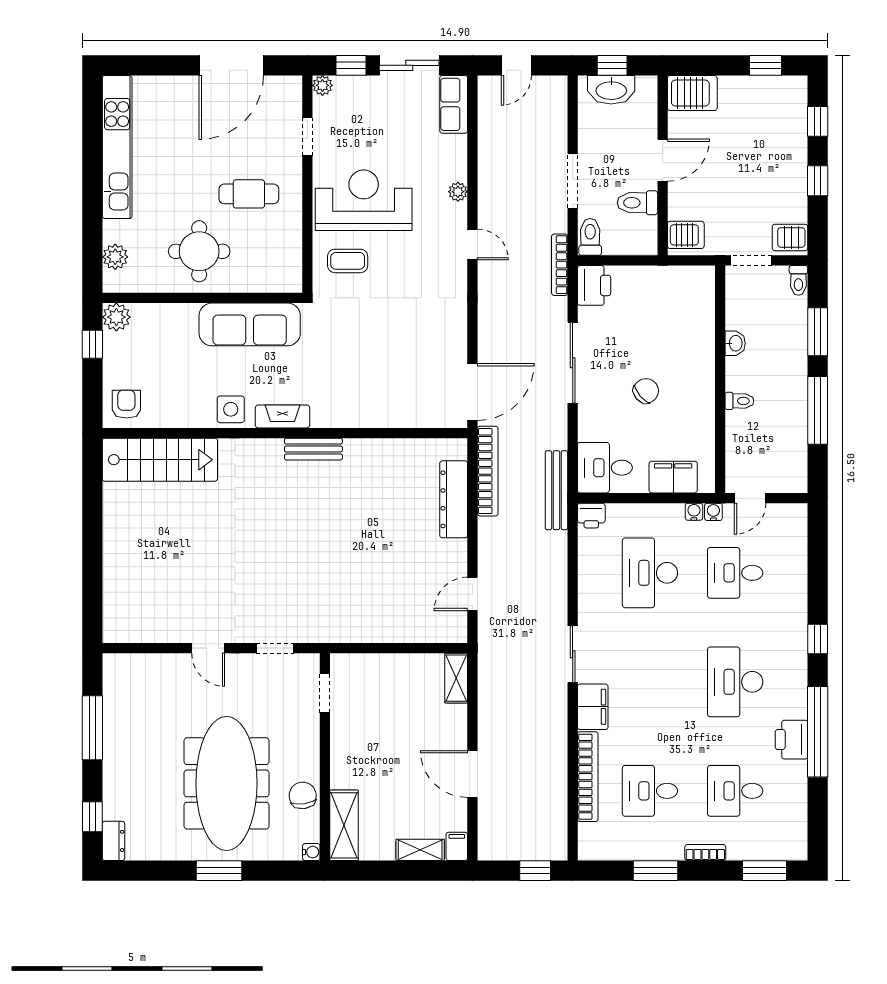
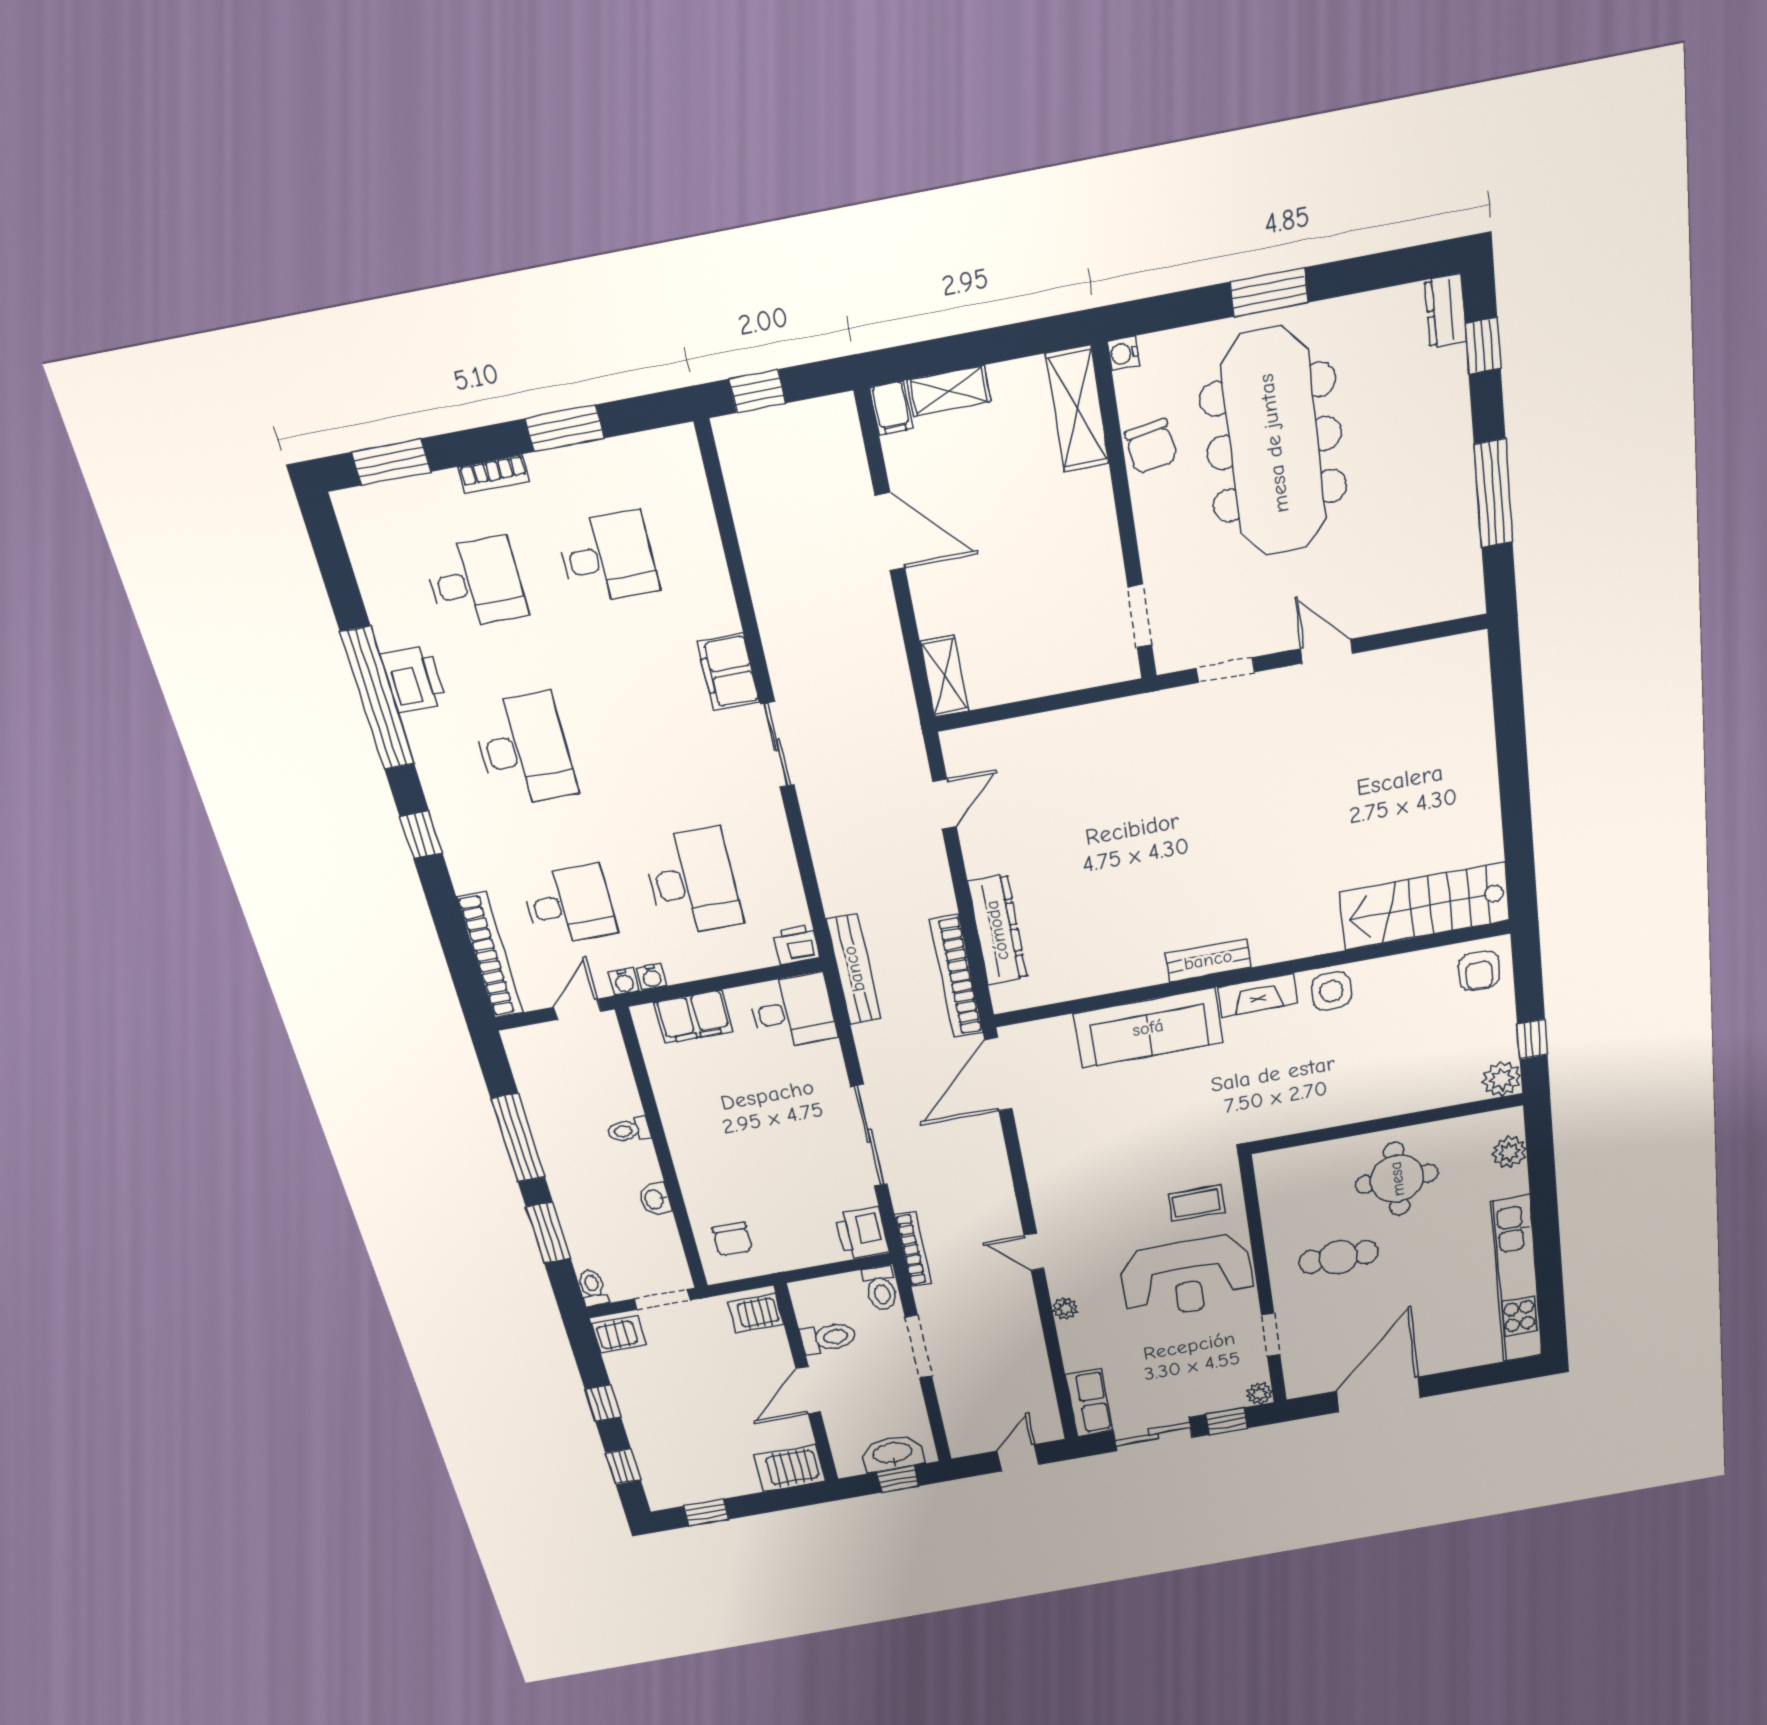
sofa: (250, 324) -> (1148, 1028), moved, turned 180
chair: (646, 391) -> (732, 1239), moved, turned -50
bookcase: (588, 777) -> (490, 955), moved, turned 180

